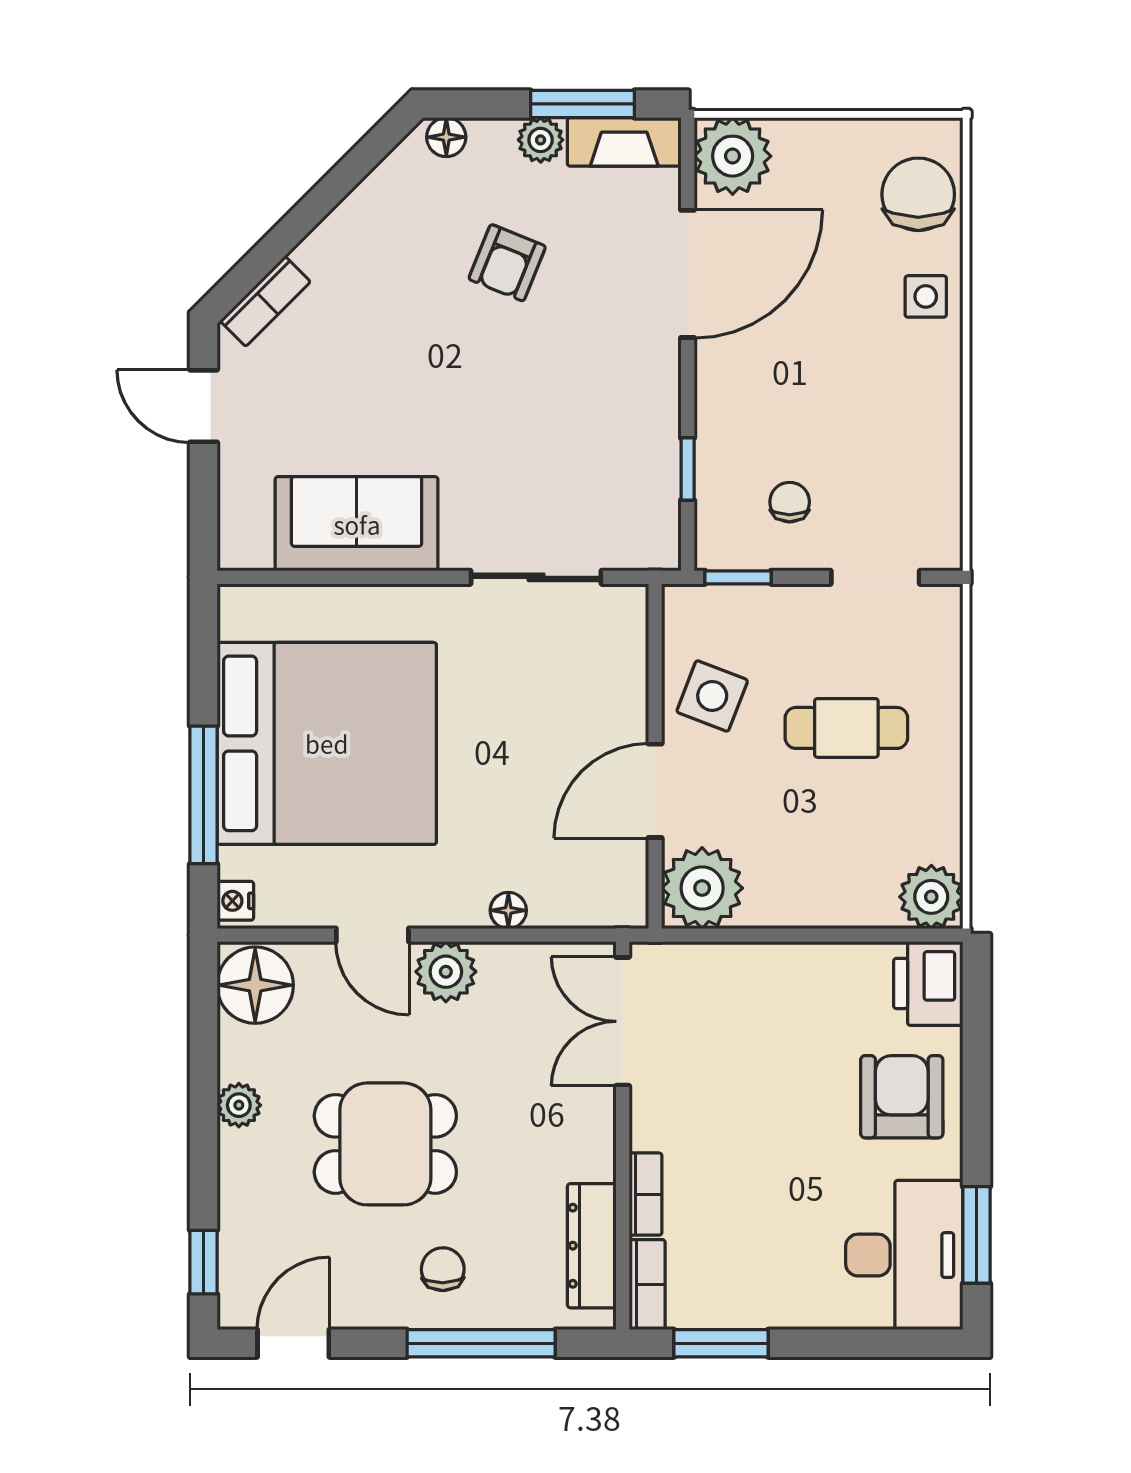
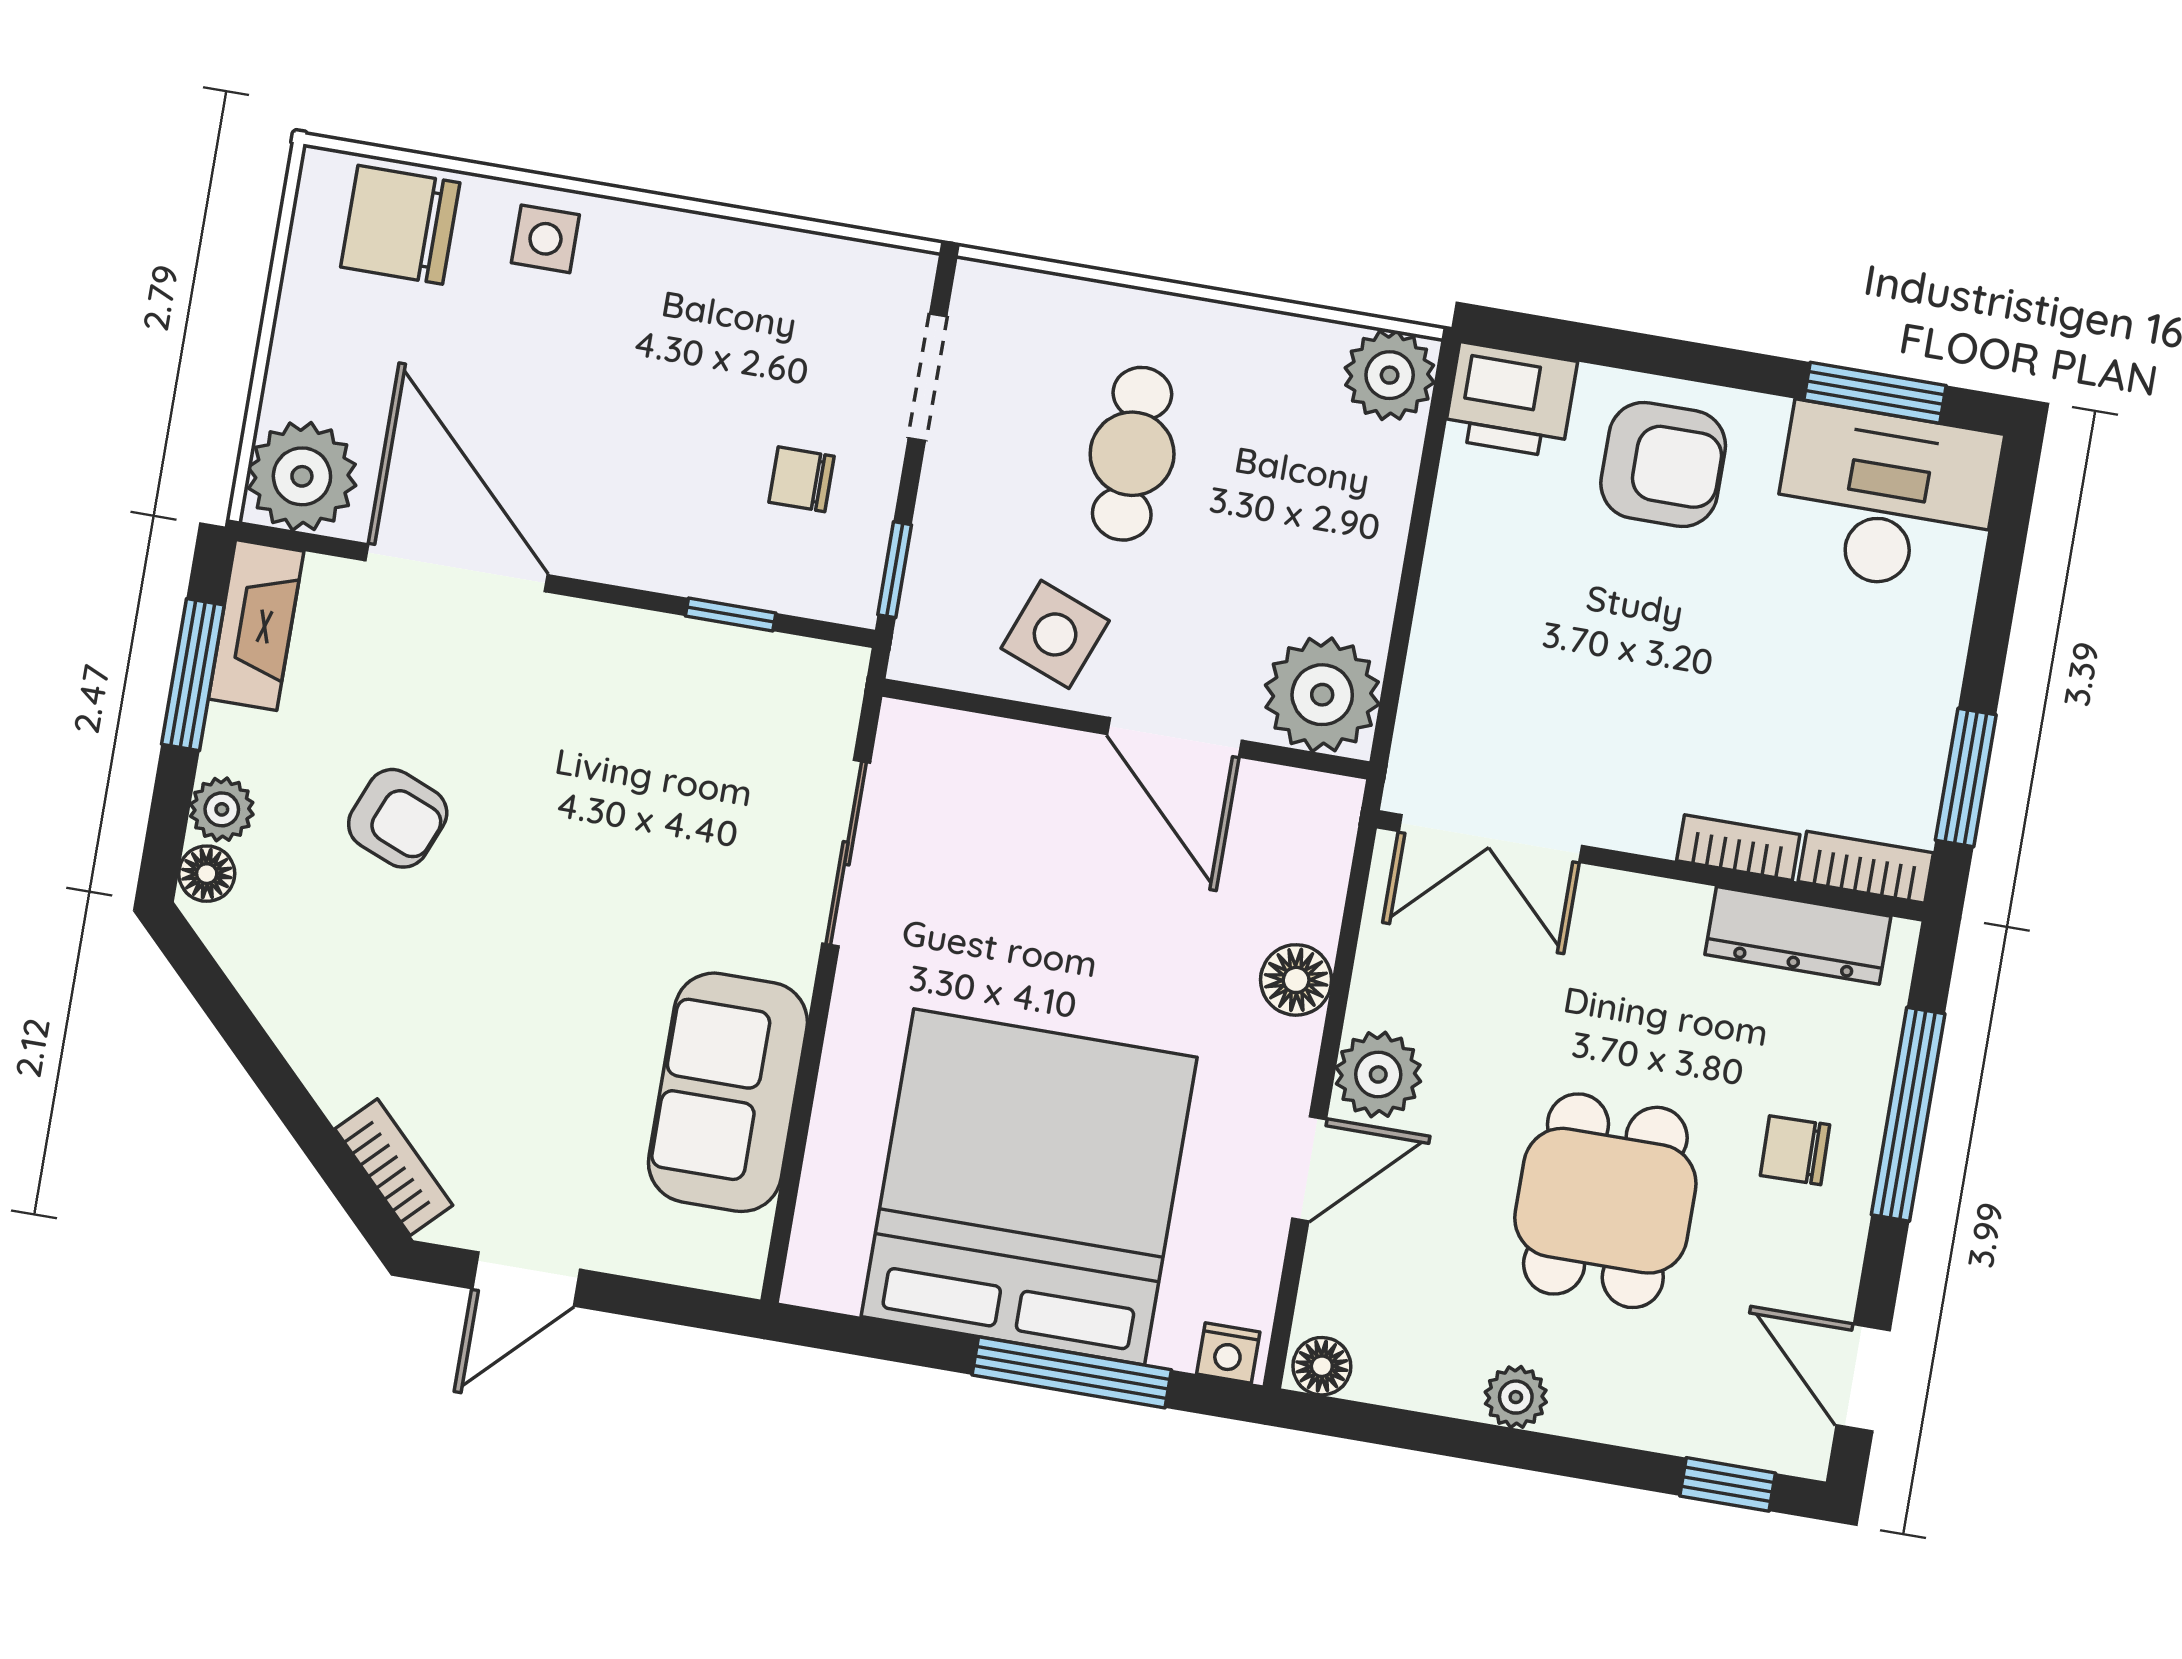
plant: (541, 140) -> (222, 809), moved
floor lamp: (508, 910) -> (1296, 980), width x1.37, depth x1.37
floor lamp: (255, 985) -> (1322, 1366), width x0.53, depth x0.53
armchair: (902, 1097) -> (1663, 464), turned 180

